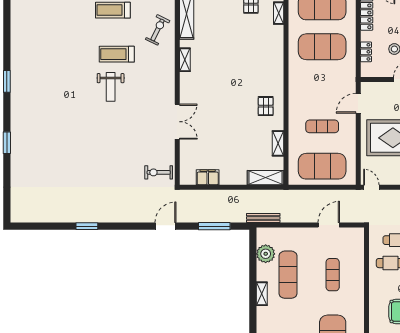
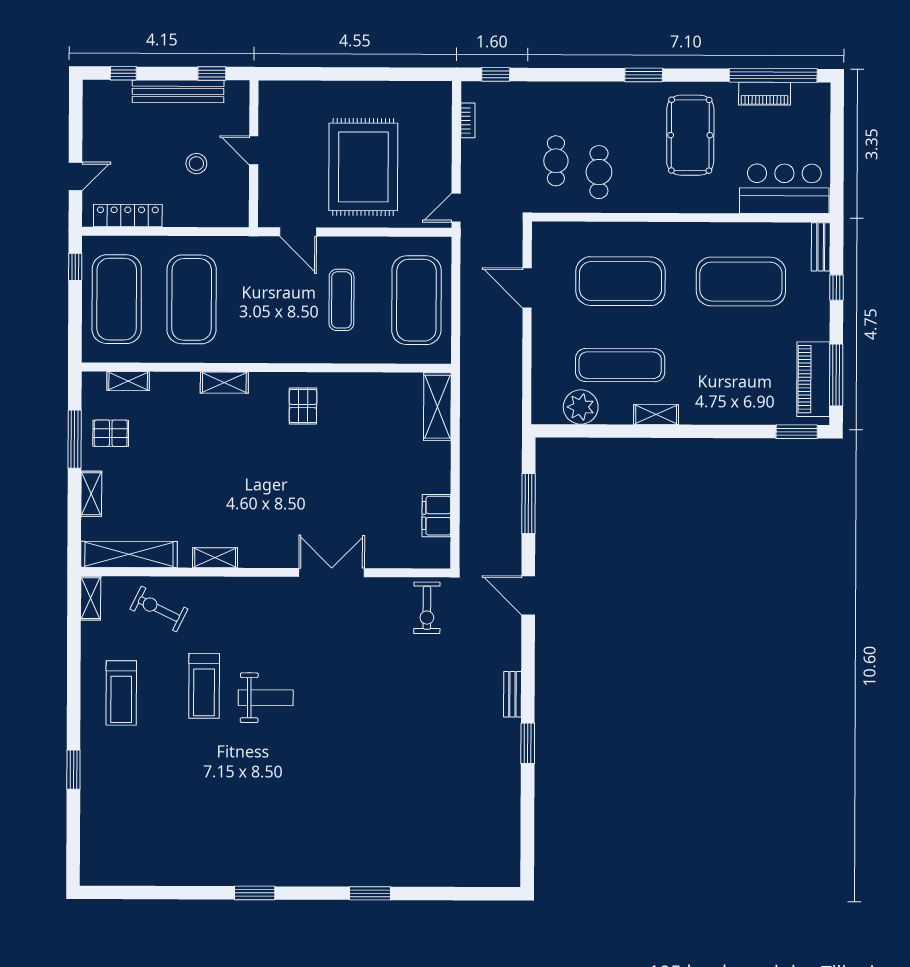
locker: (366, 52) -> (201, 217), removed
pallet: (266, 106) -> (303, 406), turned 90
shelving: (278, 143) -> (224, 383), moved
bench: (263, 218) -> (512, 694), moved, width x0.73
exercise mat: (333, 275) -> (620, 281), width x2.00, depth x1.45

